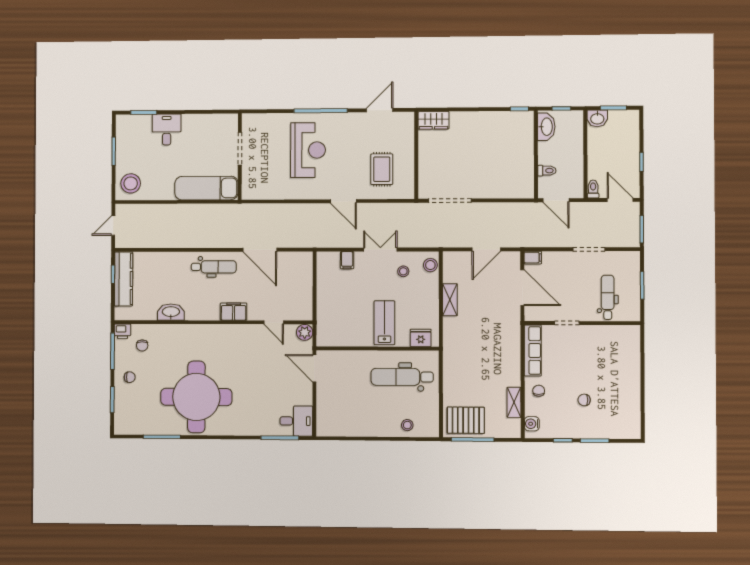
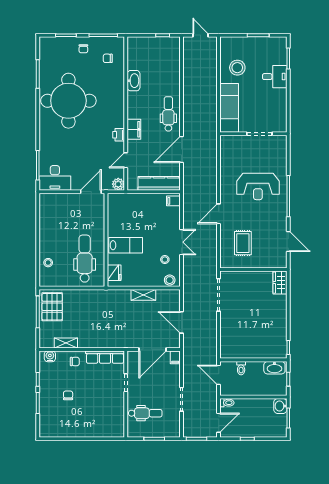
rug: (382, 169) -> (243, 243), turned 90
stool: (131, 183) -> (237, 68), moved
door: (556, 200) -> (219, 375), hinge flipped
filing cabinet: (347, 260) -> (173, 201), moved
dental chair: (214, 267) -> (168, 114), turned 180
kitchen counter: (124, 279) -> (159, 183), moved, turned 180
printer: (122, 331) -> (119, 135), moved
desk: (296, 421) -> (55, 178), width x1.37

